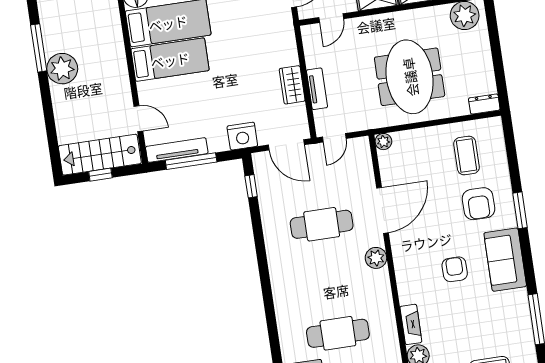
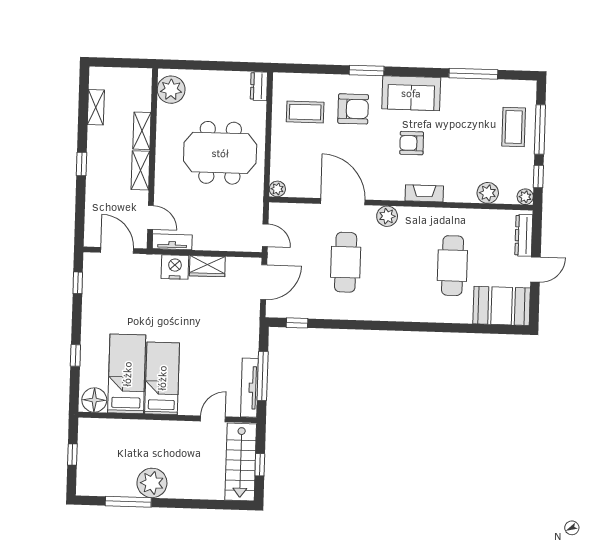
tv unit: (317, 89) -> (172, 242), moved
nightstand: (242, 136) -> (175, 267), moved, turned -90
fireplace: (411, 324) -> (424, 193), moved

